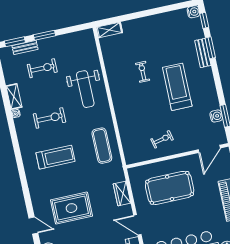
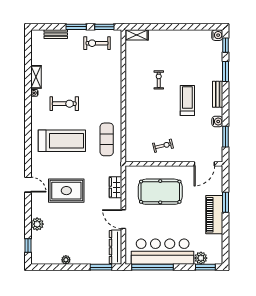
window: (15, 42) -> (104, 27), moved
bench: (203, 53) -> (218, 94), moved
exercise bike: (42, 68) -> (97, 43), moved, turned 180
treadmill: (177, 87) -> (187, 101), width x0.73, depth x0.73
weight bench: (85, 89) -> (103, 84), removed
water cooler: (216, 116) -> (217, 121), moved
treadmill: (55, 157) -> (62, 141), width x1.37, depth x1.38
door: (33, 226) -> (28, 185), moved

